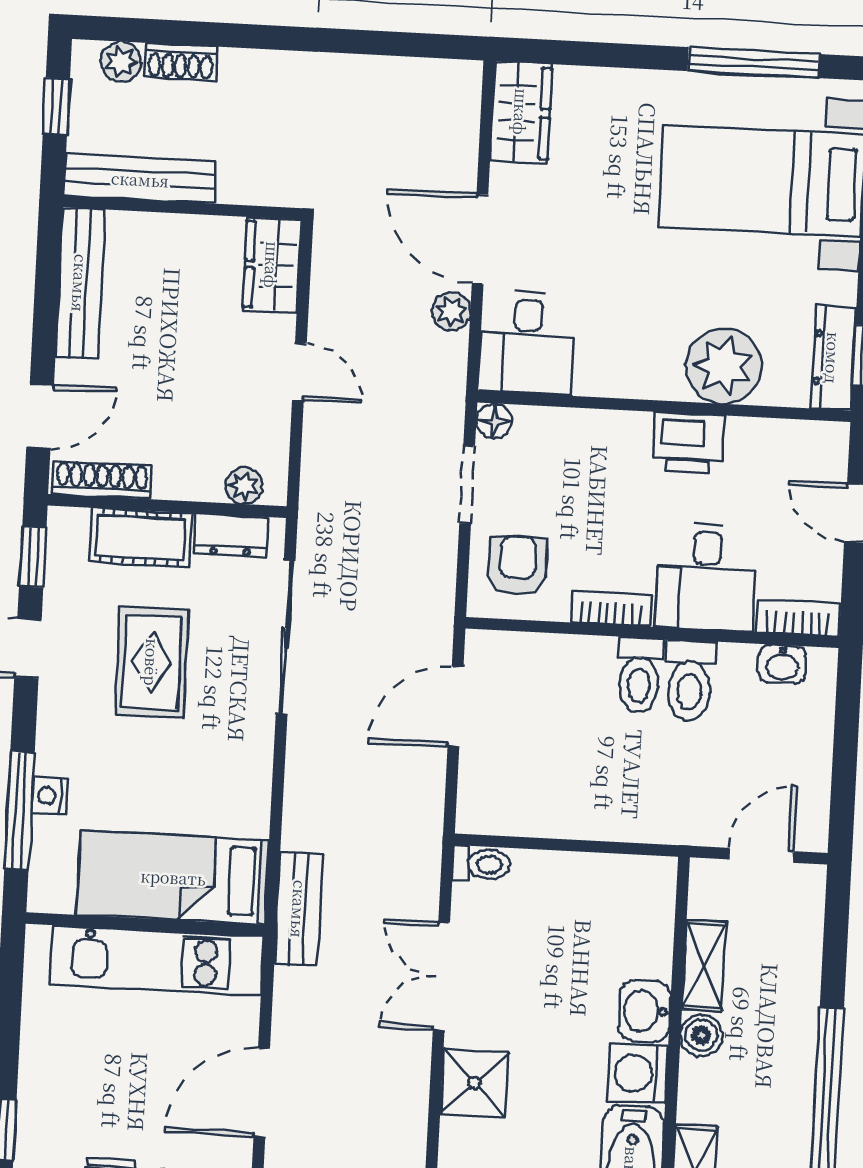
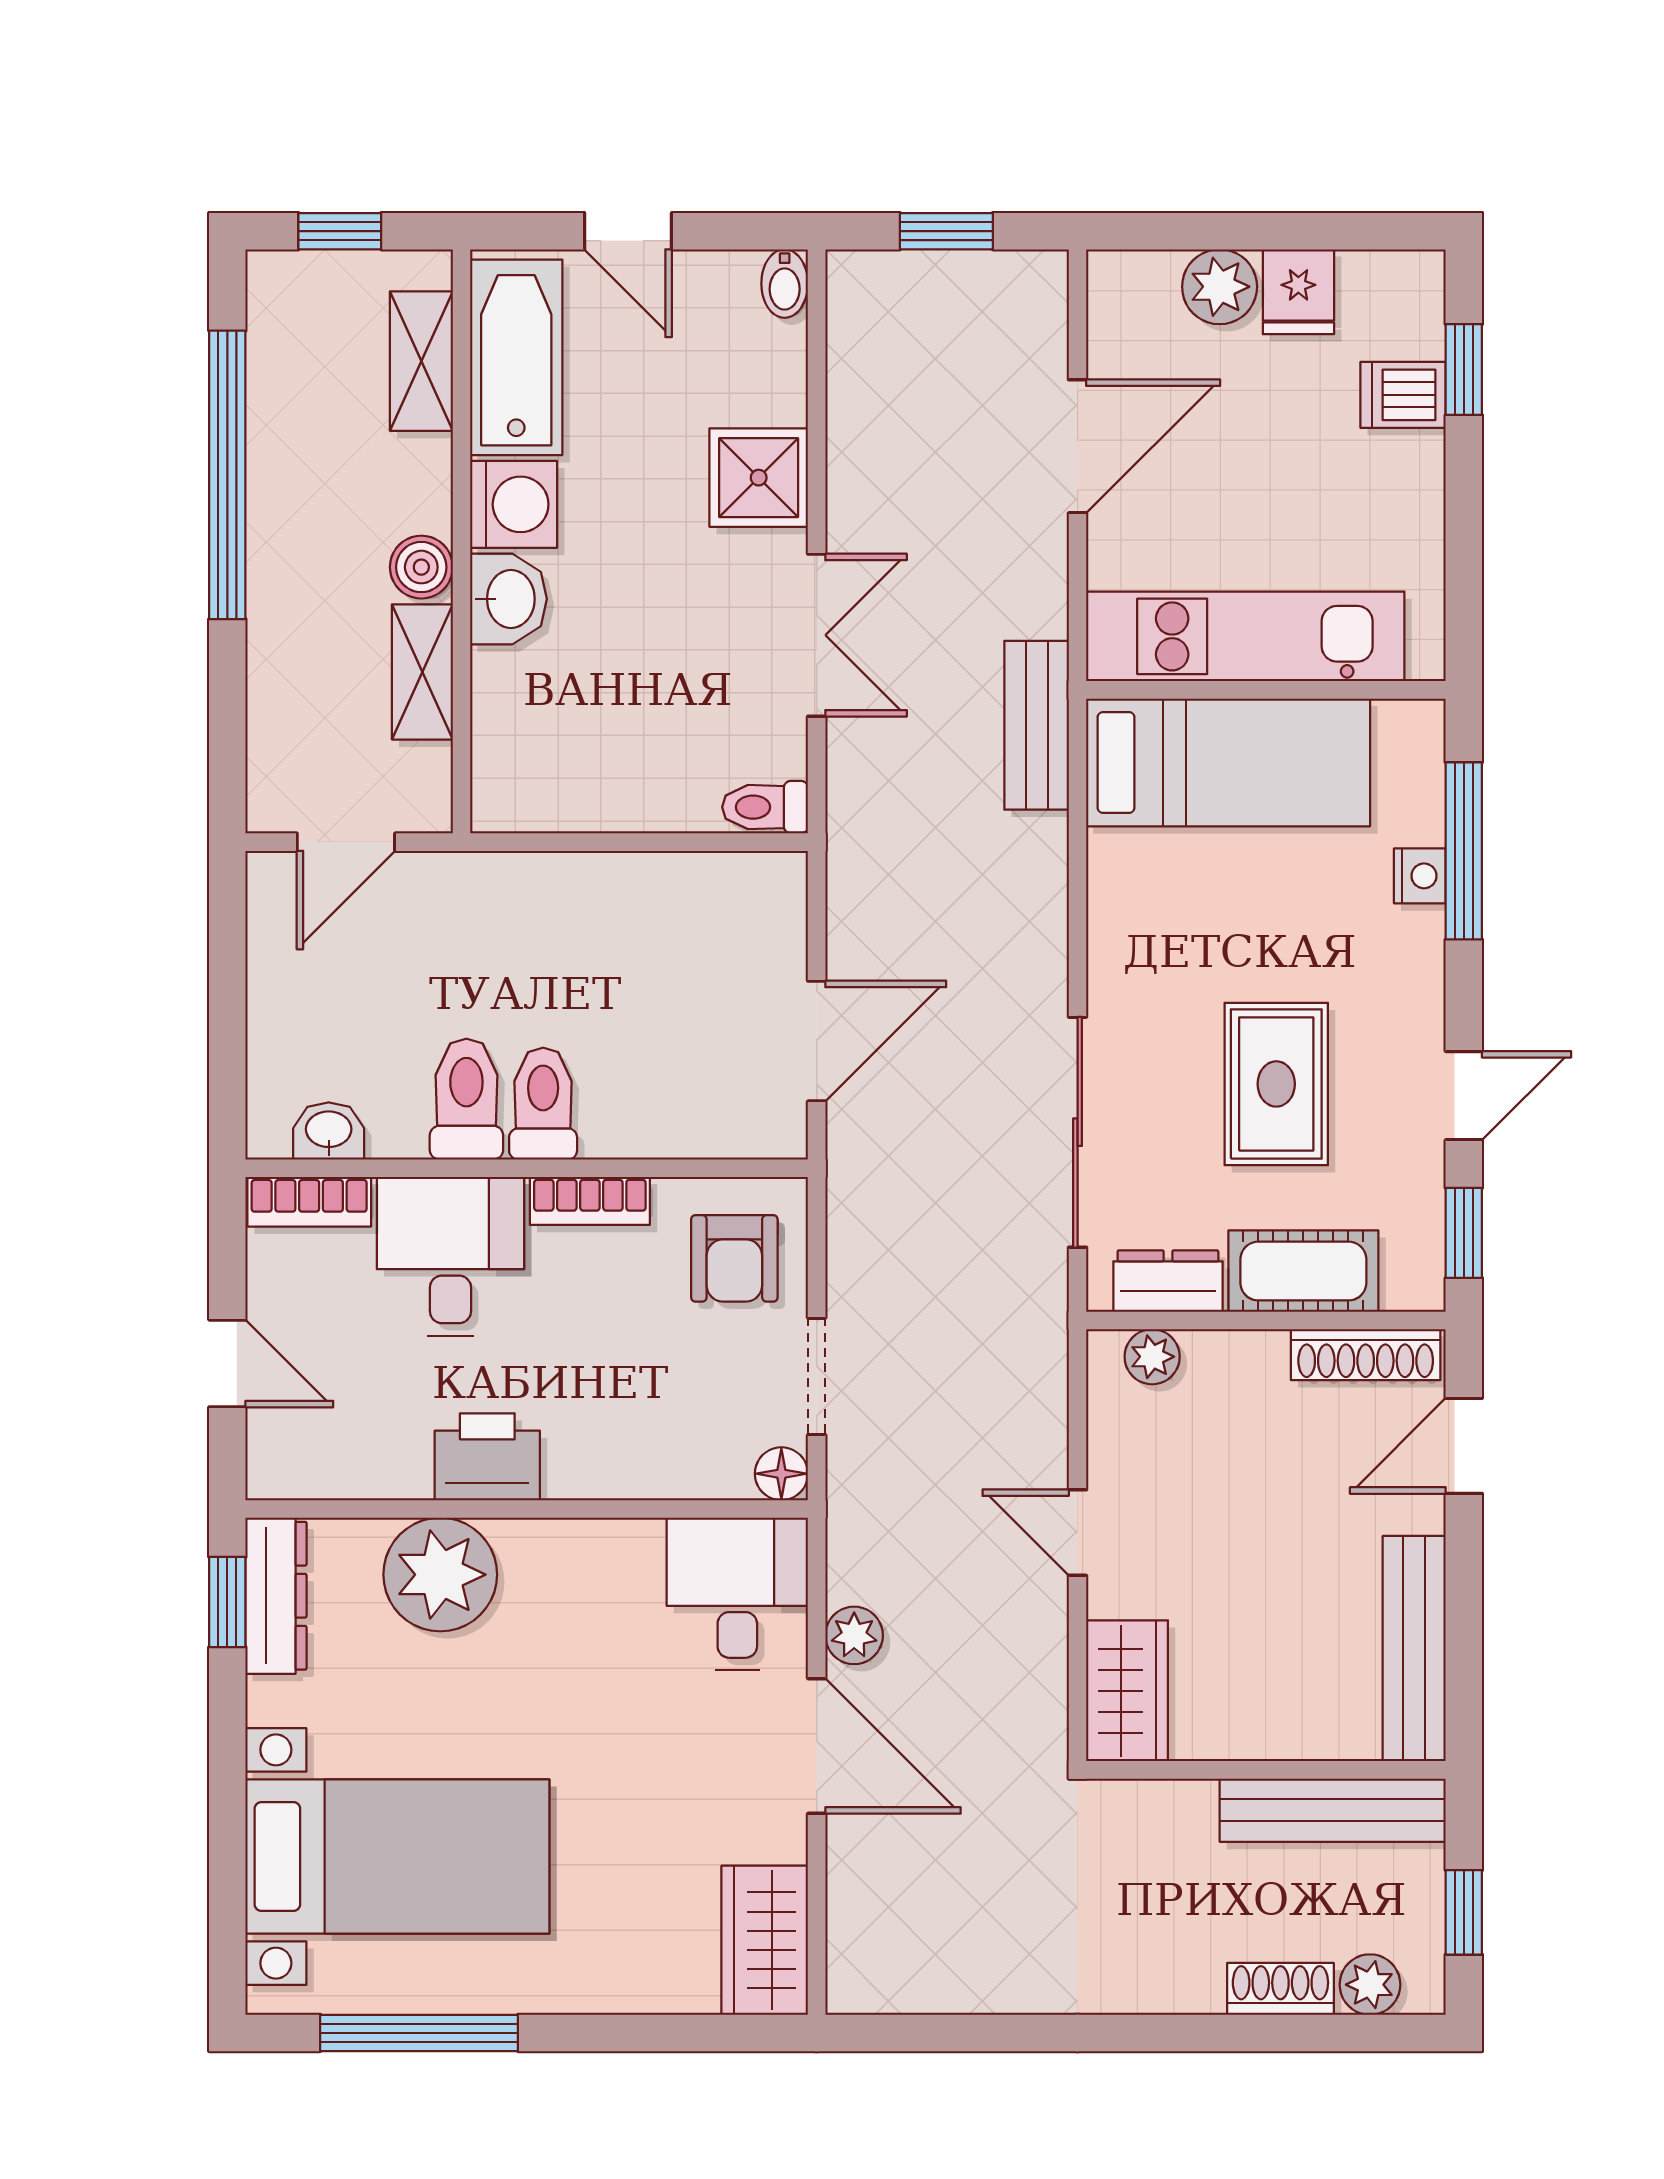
dishwasher: (44, 1115) -> (1403, 395), added

